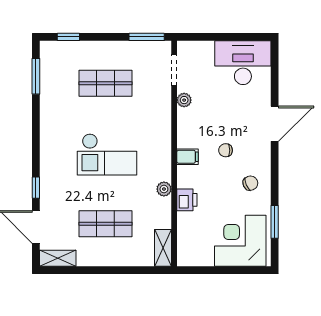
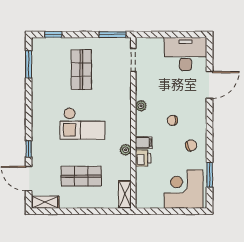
shop shelf: (106, 83) -> (81, 70), turned 90
plant: (184, 100) -> (141, 106), moved
door: (275, 124) -> (210, 85), moved
filing cabinet: (188, 157) -> (144, 143), moved

